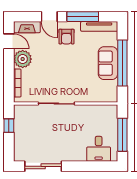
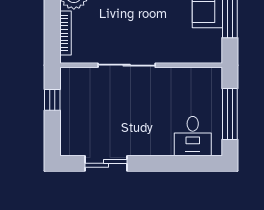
sliding door: (43, 166) -> (106, 163), width x0.73

